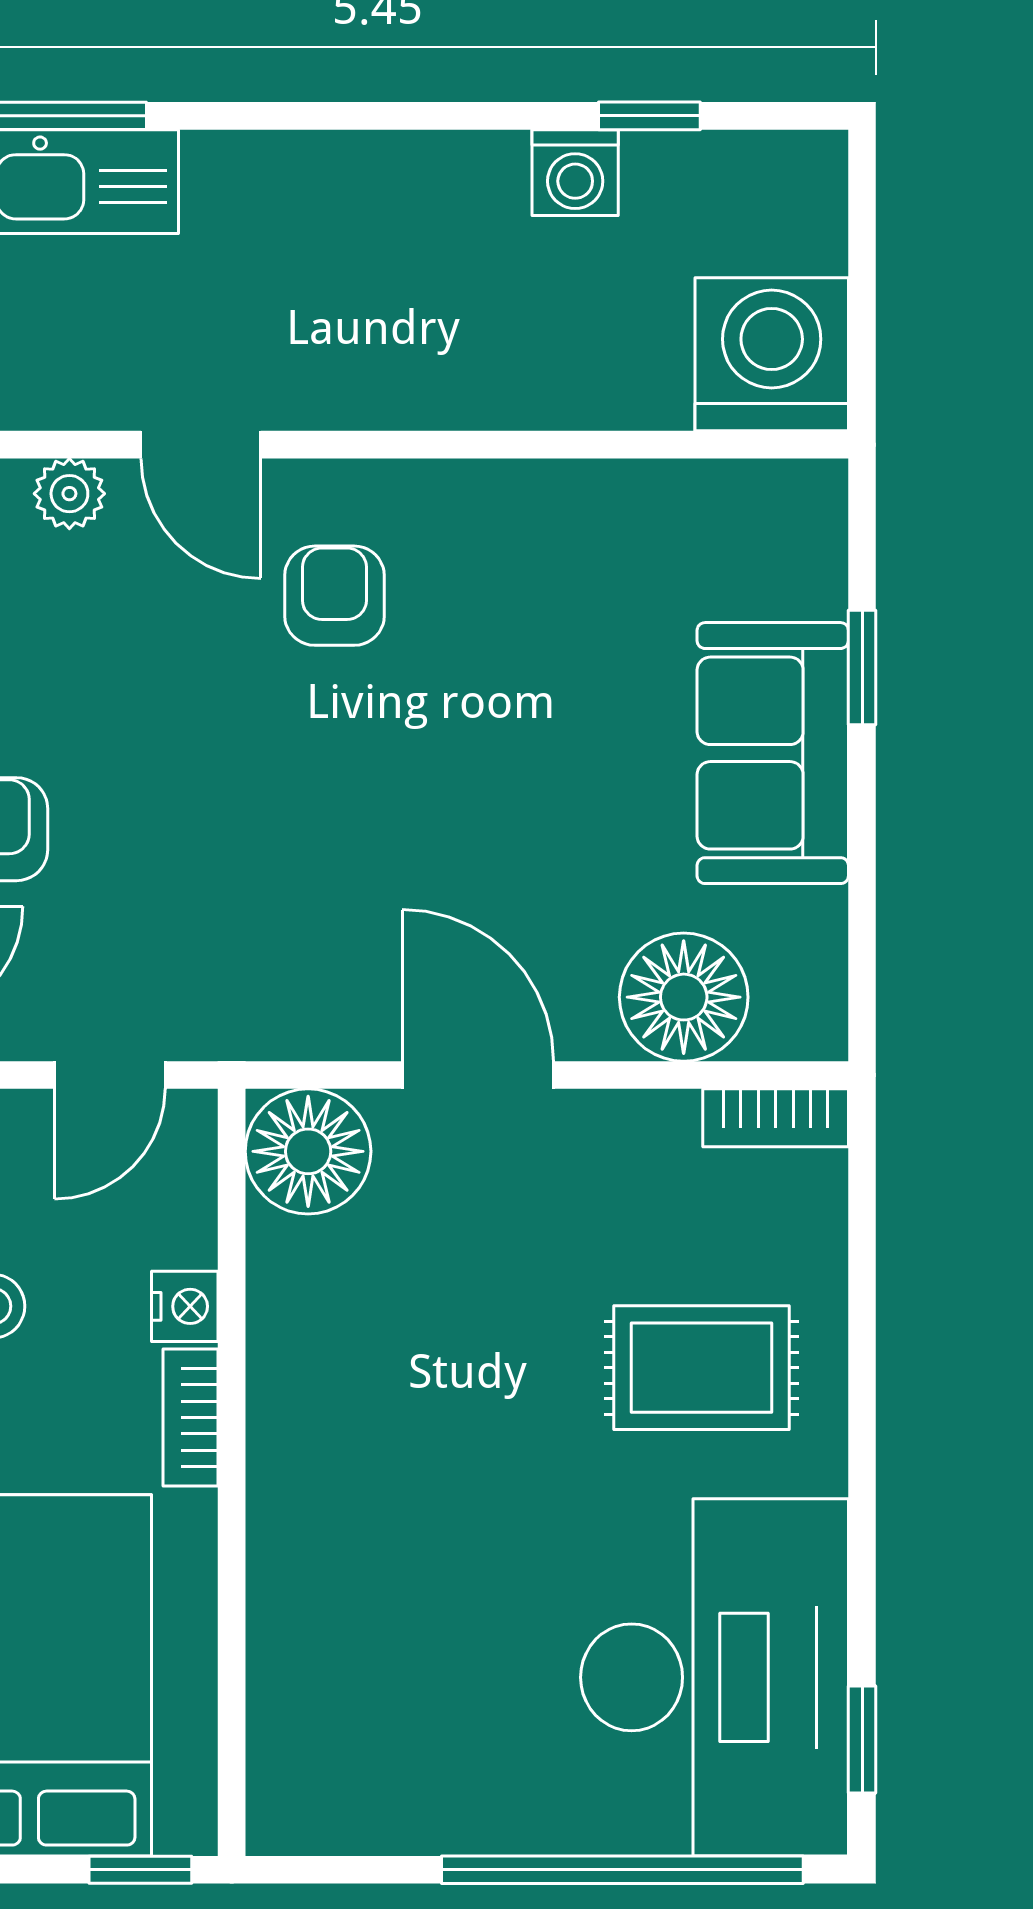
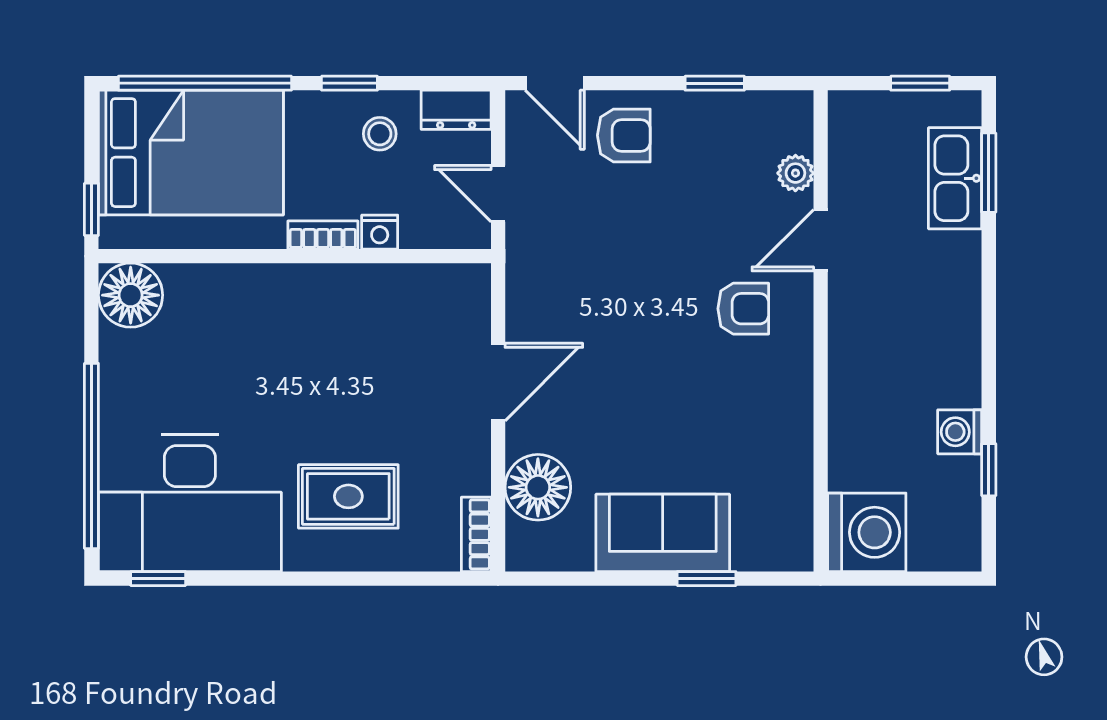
floor lamp: (308, 1151) -> (131, 295), moved
rug: (701, 1368) -> (348, 496), turned 90

